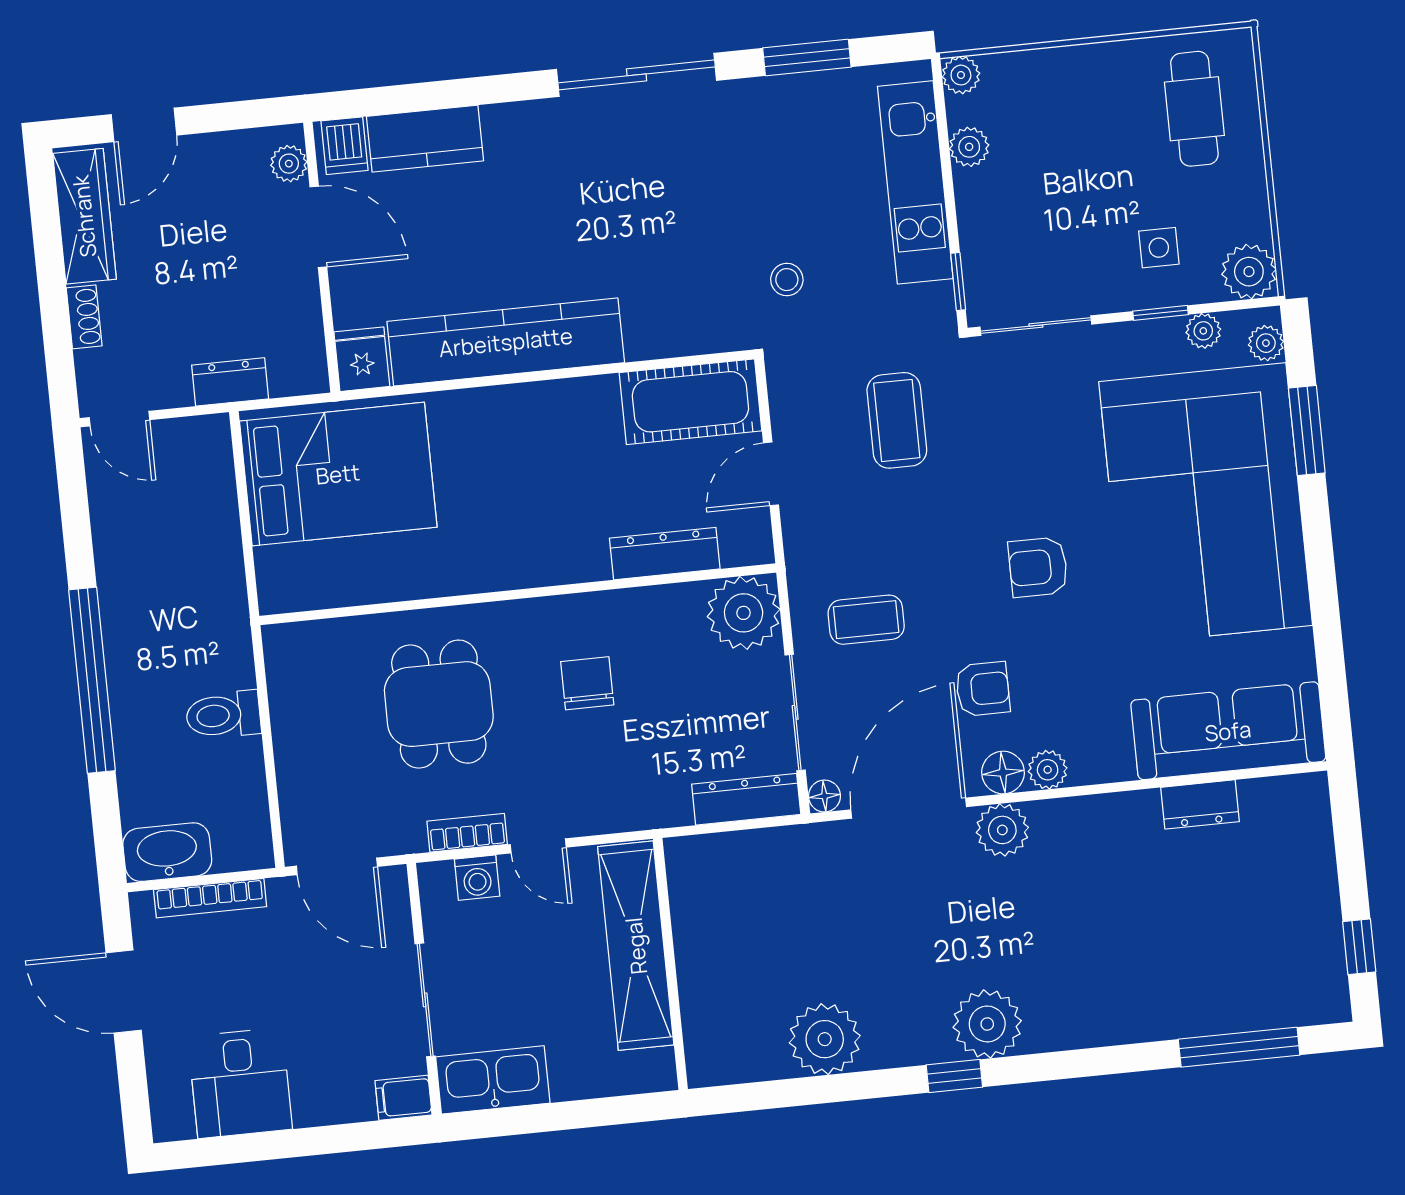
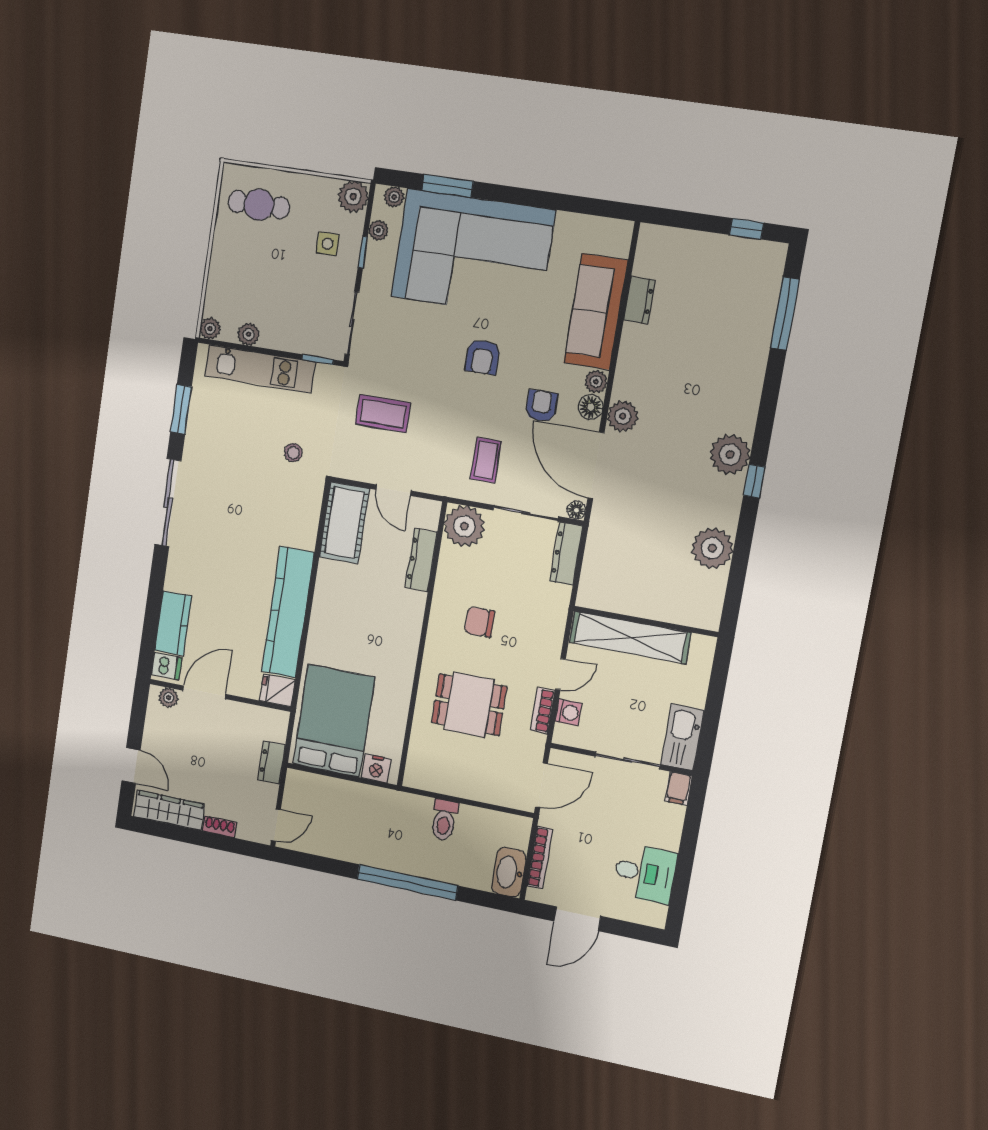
nightstand: (277, 572) -> (376, 768), added
sofa: (1228, 731) -> (596, 312), moved

